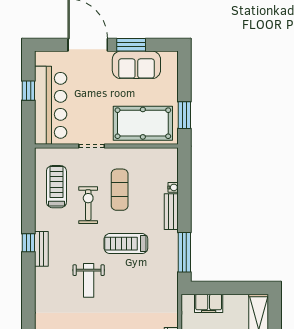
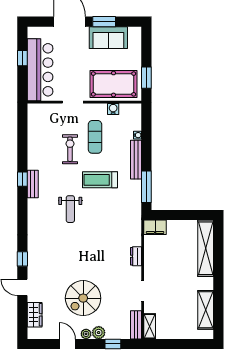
water cooler: (142, 155) -> (113, 109), added
treadmill: (56, 187) -> (45, 134), removed
bench: (171, 212) -> (136, 160), width x1.36
filing cabinet: (209, 303) -> (155, 227), moved

